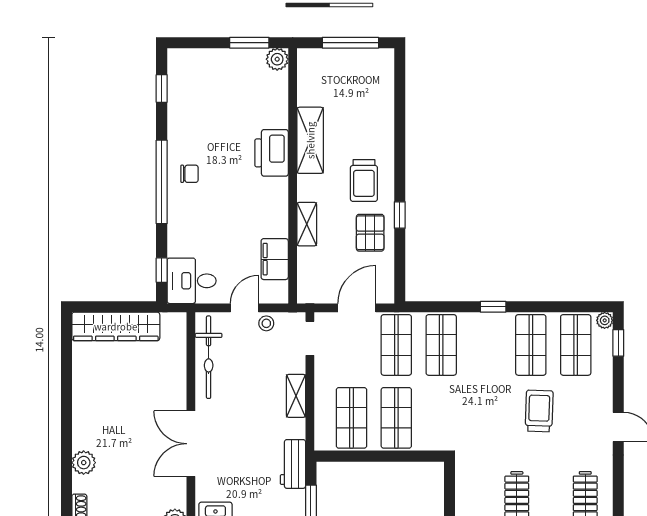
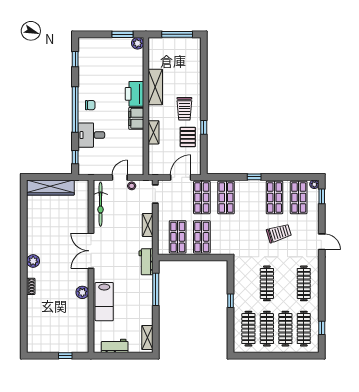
filing cabinet: (275, 259) -> (136, 118), moved
desk: (192, 281) -> (91, 135), moved
trolley: (539, 411) -> (279, 233), turned 71

